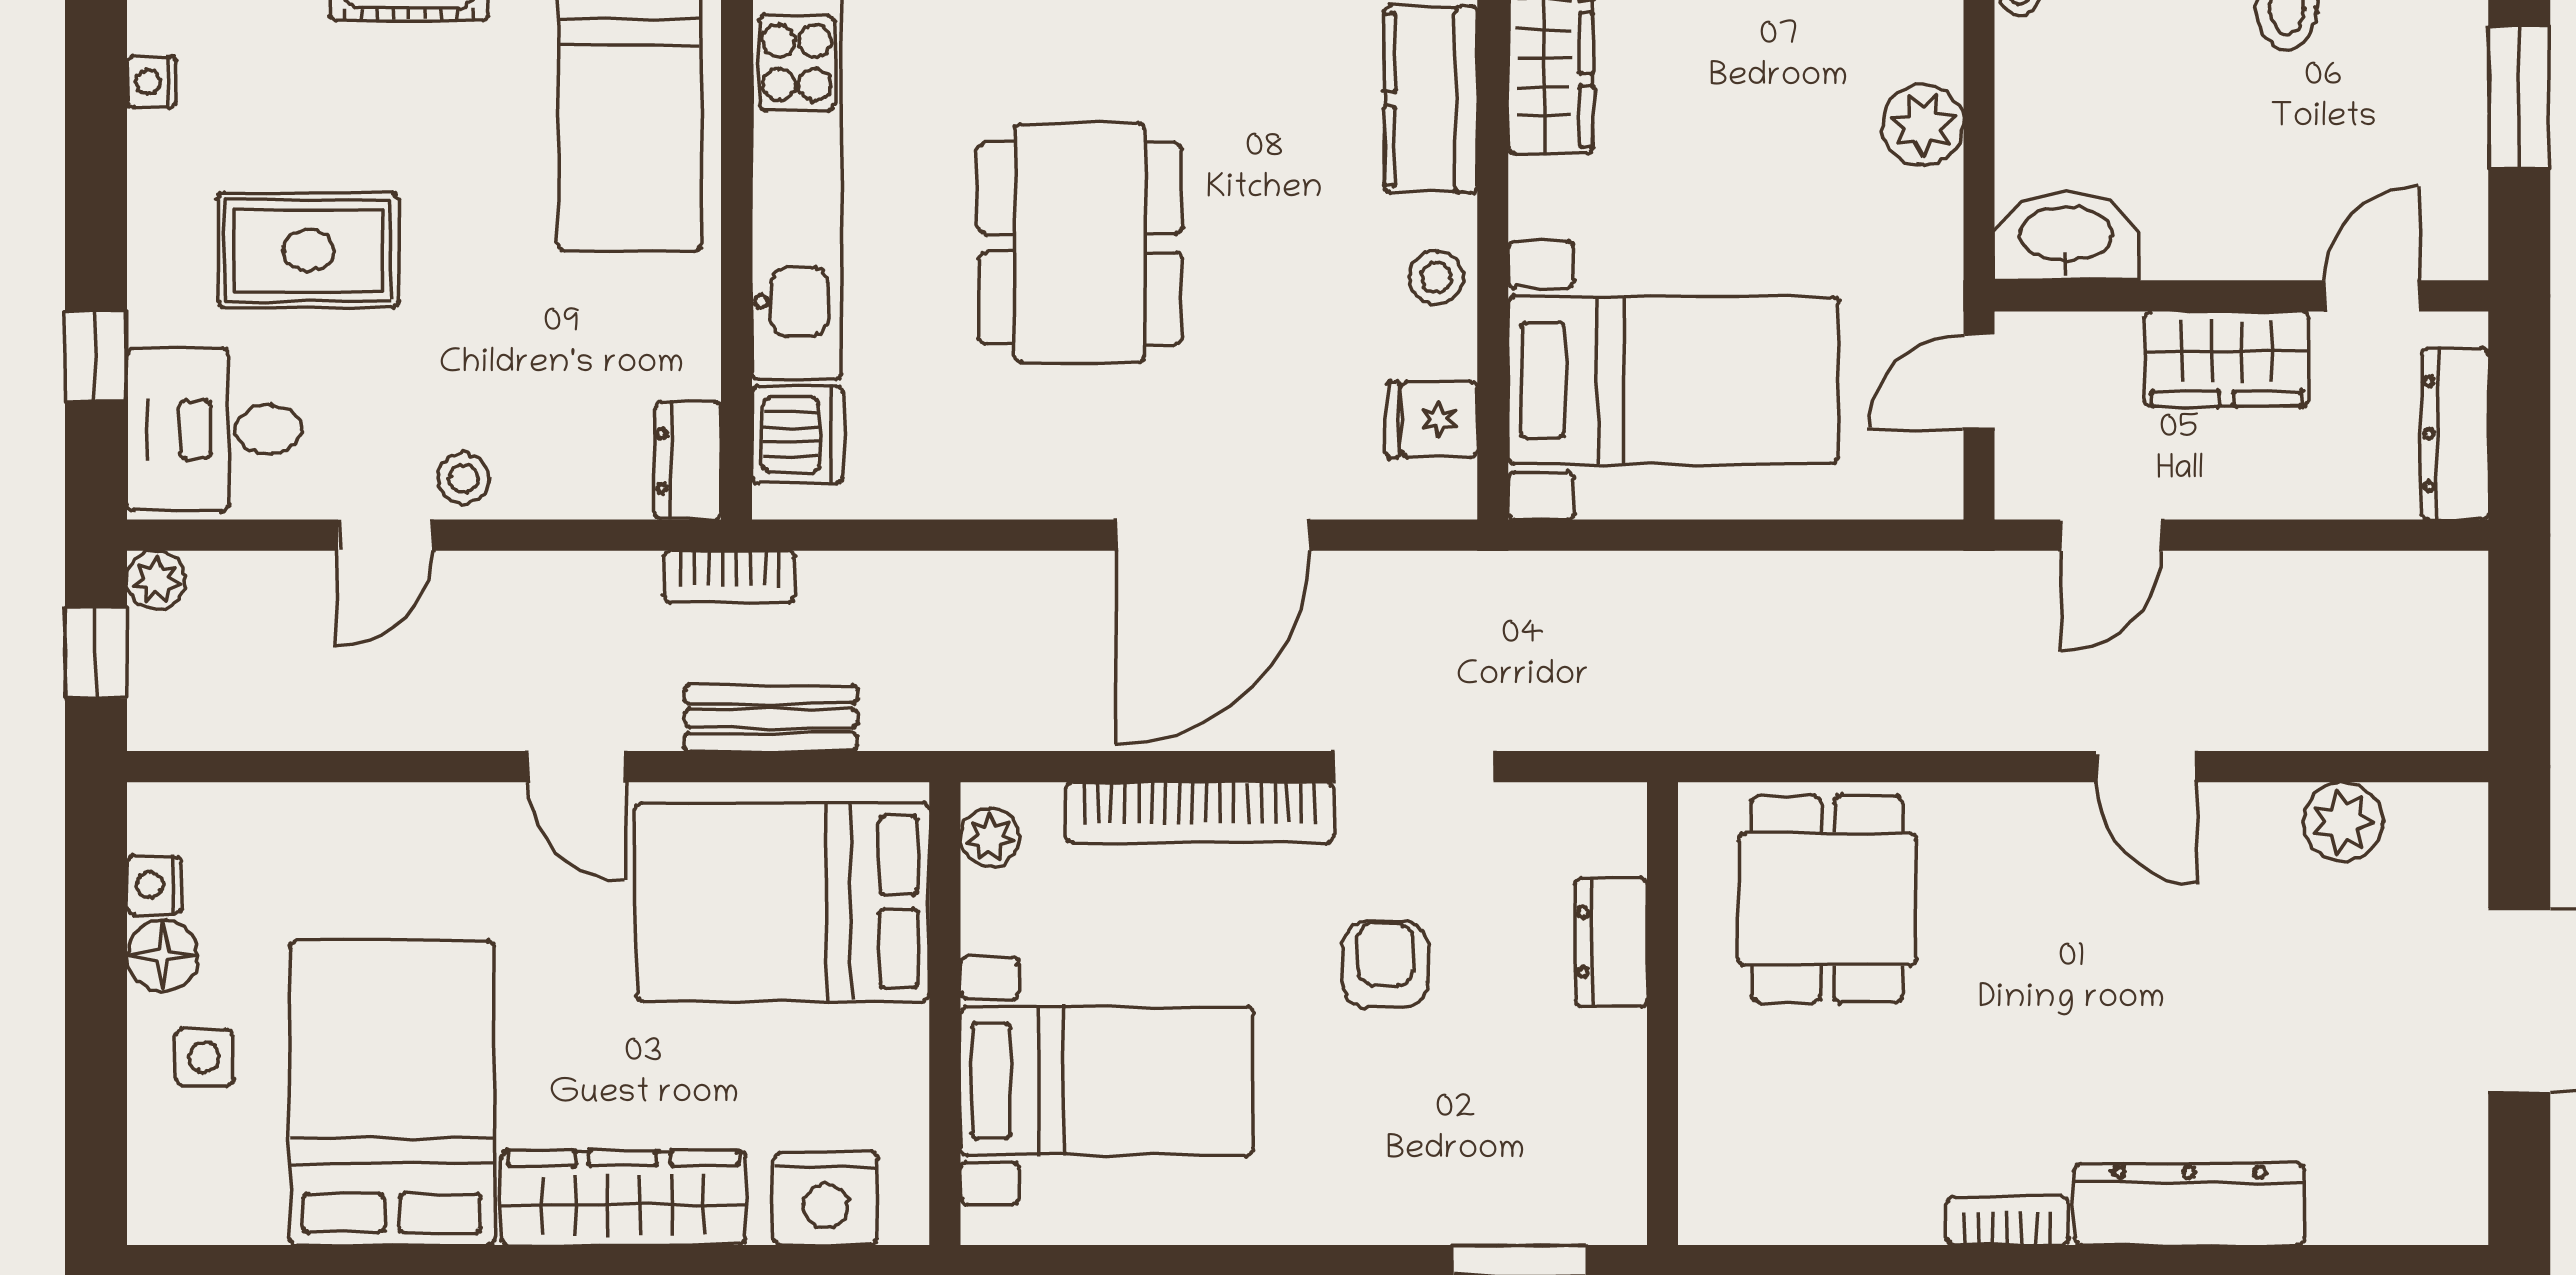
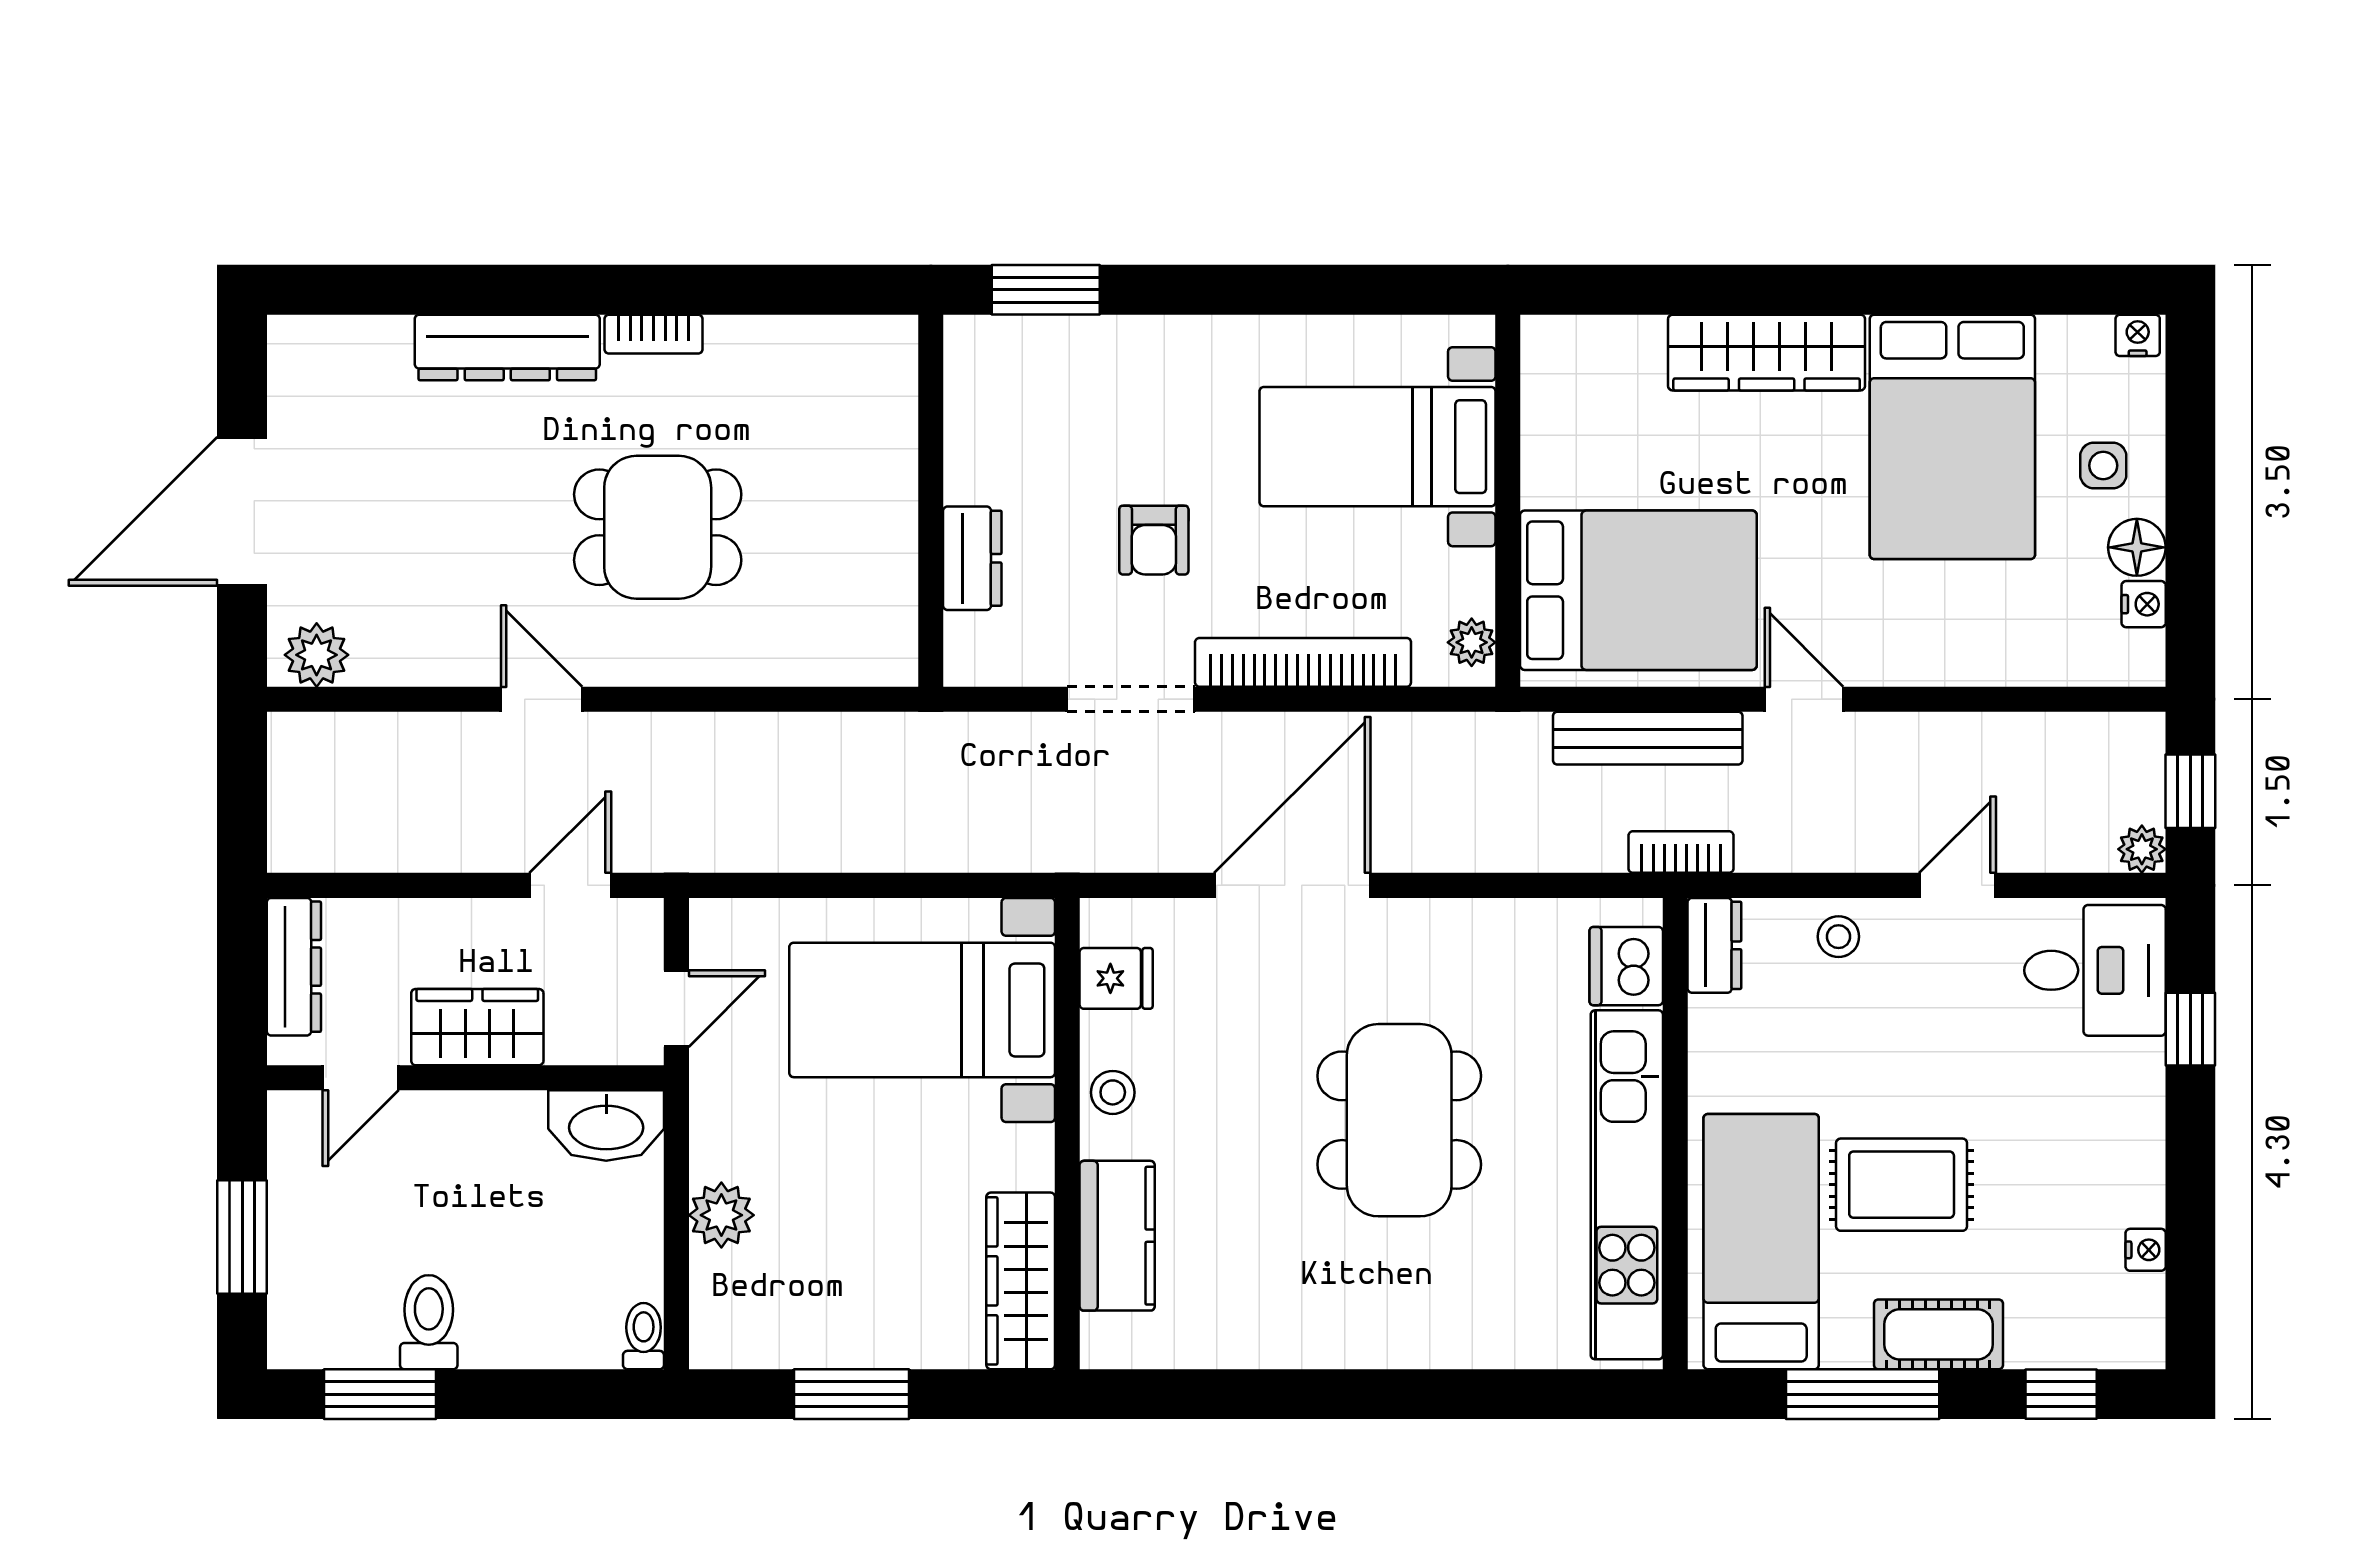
rug: (308, 250) -> (1902, 1185), moved
stool: (464, 478) -> (1838, 937), moved
bench: (771, 718) -> (1648, 738), width x1.36
plant: (2343, 822) -> (317, 655), moved
dining table: (1827, 899) -> (658, 527), moved, turned 90
nightstand: (826, 1199) -> (2138, 335), moved, width x0.53, depth x0.56

